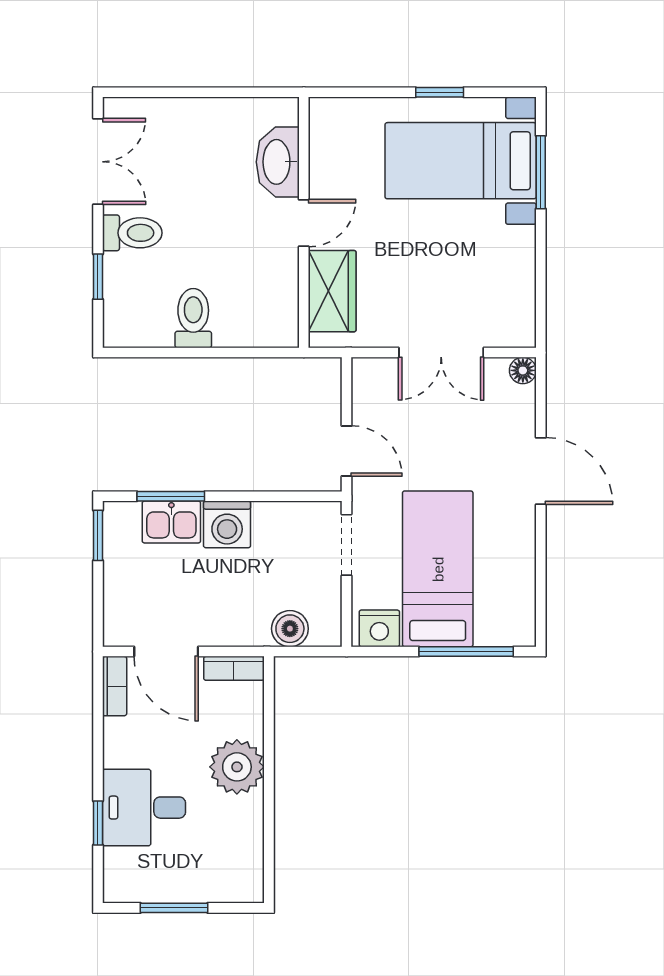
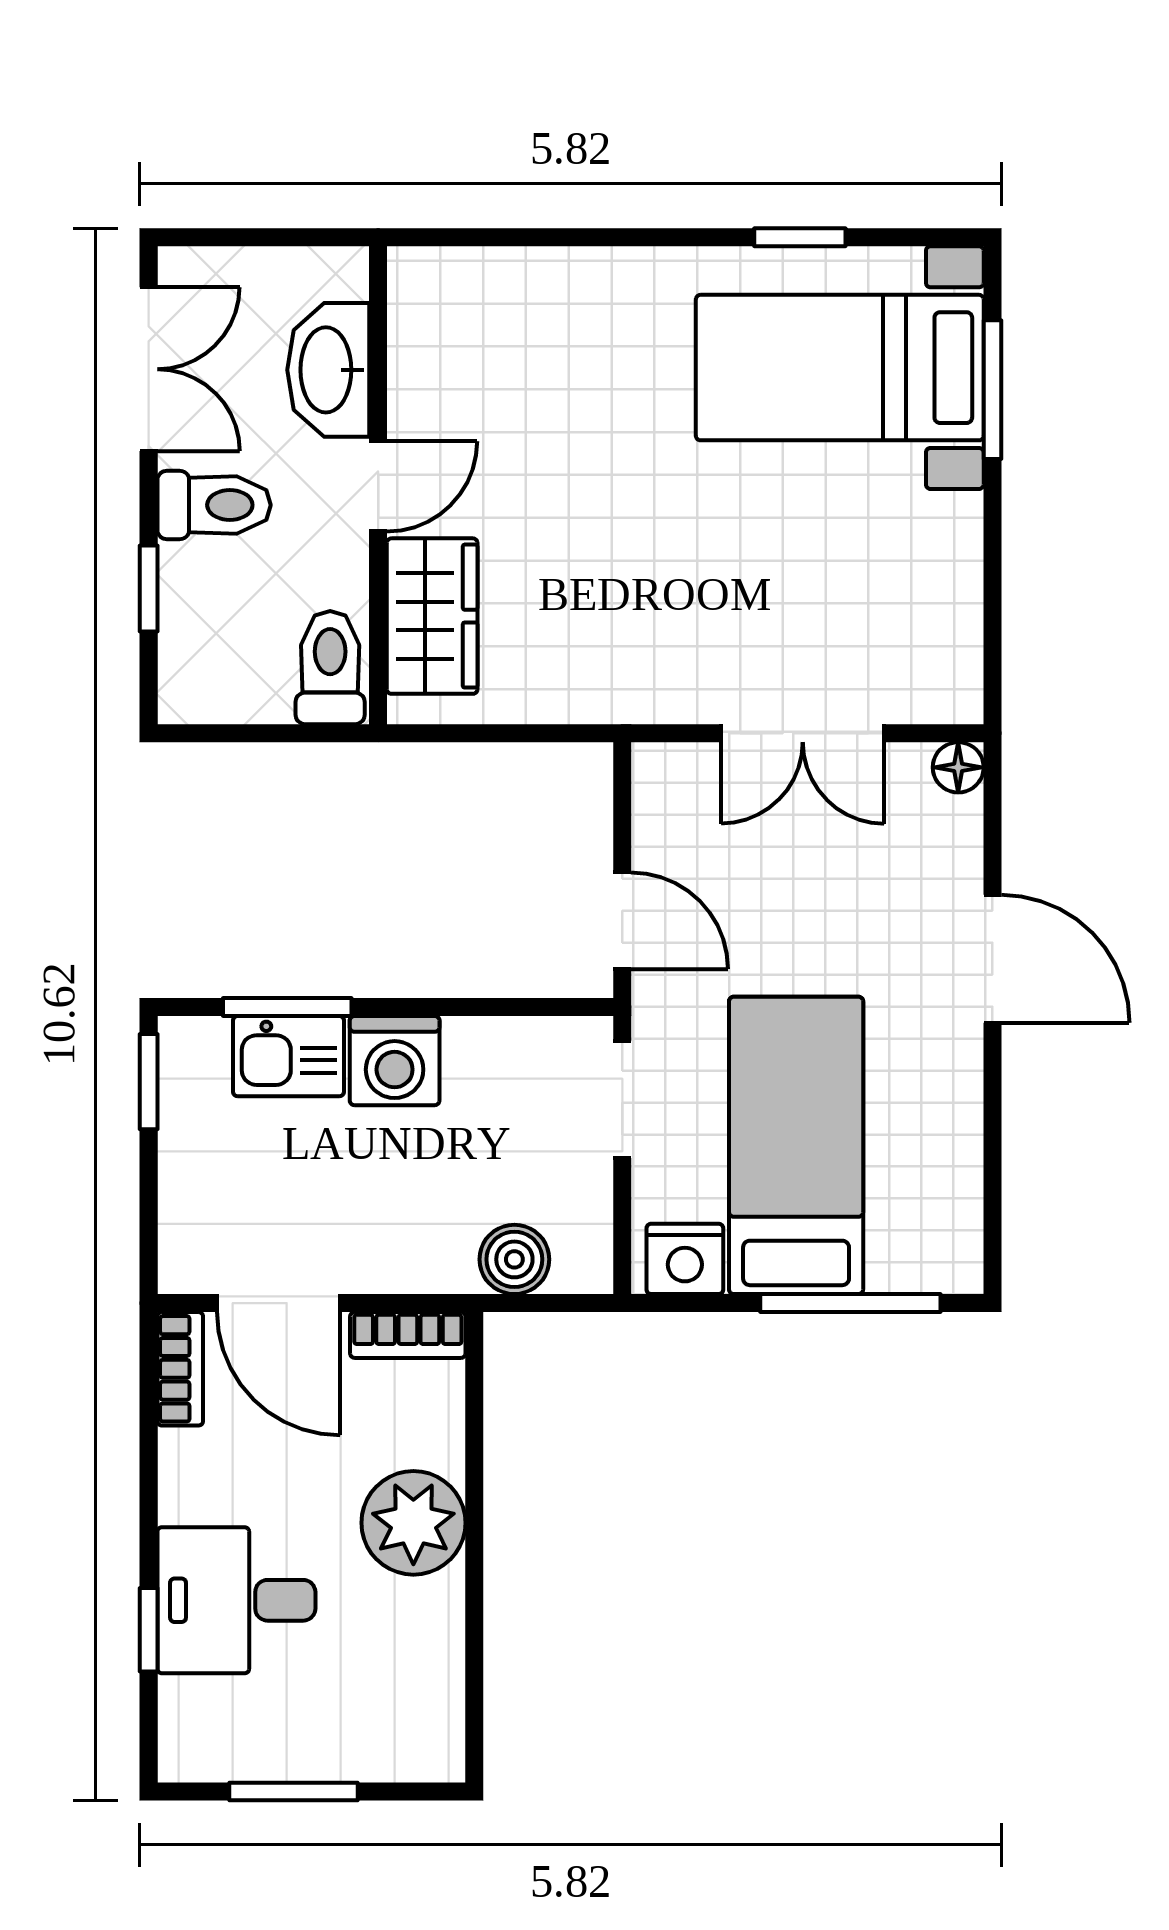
washbasin: (278, 162) -> (328, 370), moved
wall: (304, 222) -> (378, 485), moved
door: (304, 223) -> (378, 486), moved
wardrobe: (332, 291) -> (432, 616), moved

